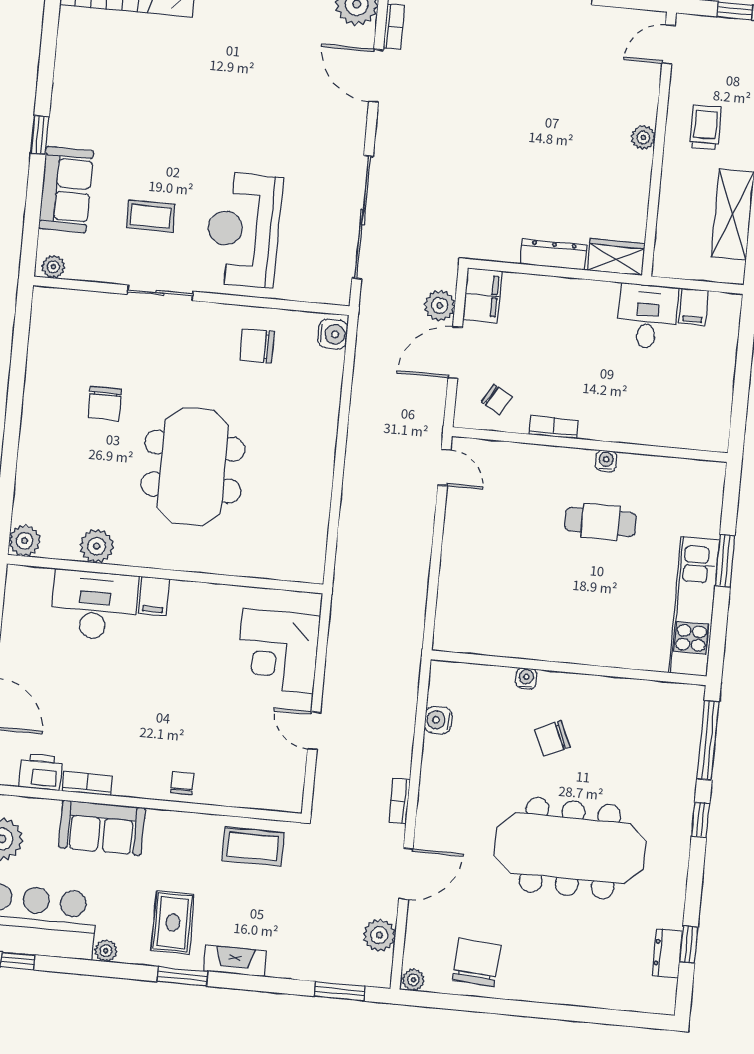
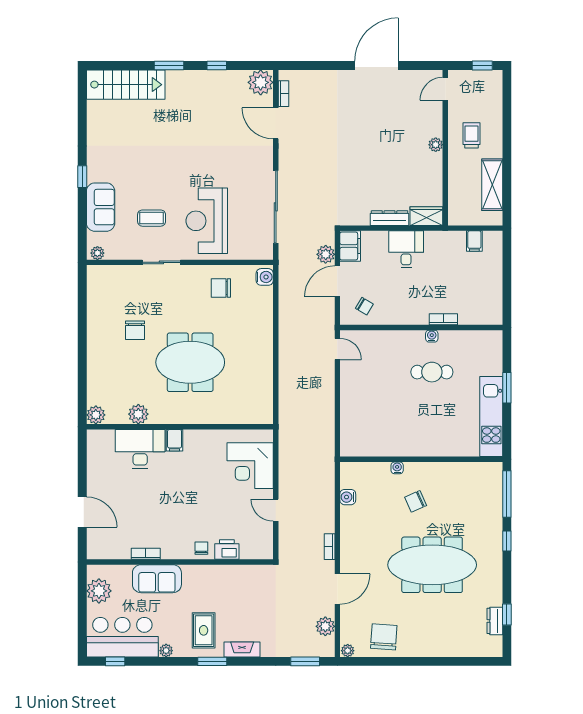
desk: (647, 317) -> (406, 249), moved
bookcase: (554, 427) -> (443, 319), moved
meeting table: (193, 467) -> (190, 362), turned 90
printer: (41, 772) -> (227, 550), moved
coffee table: (253, 847) -> (246, 581), removed

